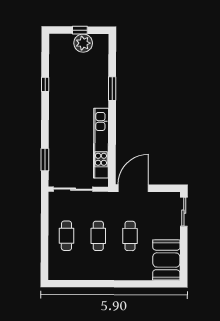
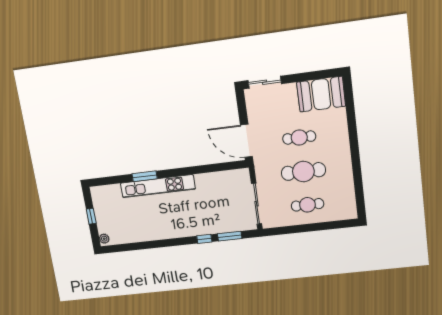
plant: (83, 43) -> (104, 239), moved, width x0.53, depth x0.53
window: (45, 84) -> (204, 239), moved
kitchen unit: (101, 143) -> (158, 186), moved
cafe table: (98, 236) -> (303, 172), width x1.37, depth x1.35

